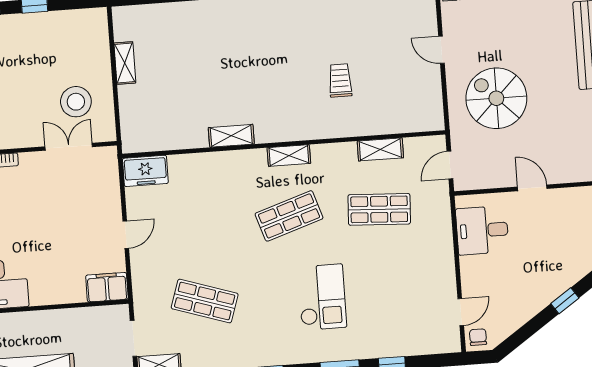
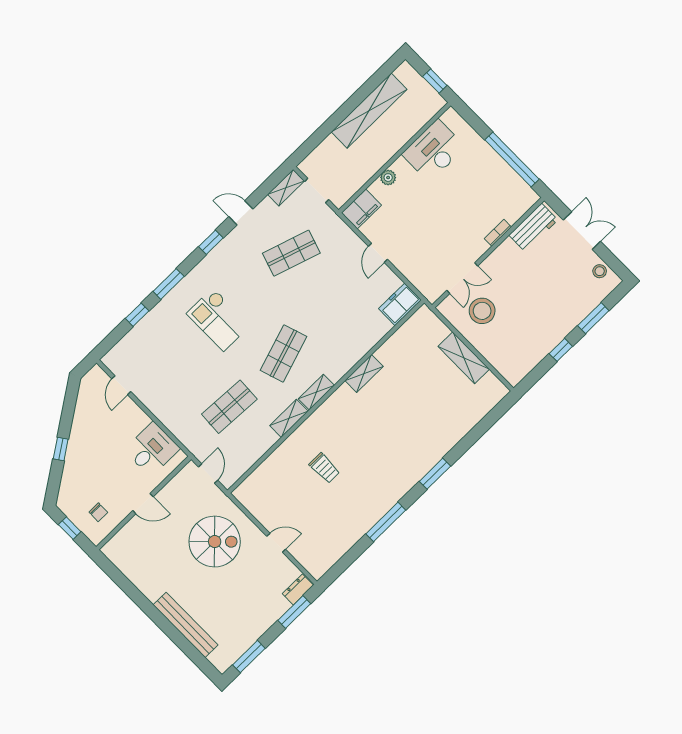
shelving: (125, 63) -> (464, 358), width x1.50, depth x1.33
shelving: (380, 149) -> (289, 418), moved
plant: (59, 295) -> (388, 178), added
chair: (478, 337) -> (98, 512), moved

